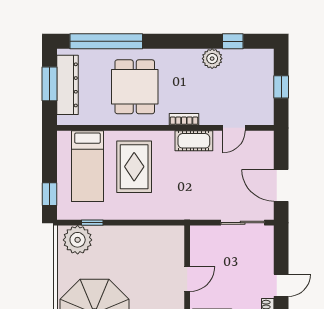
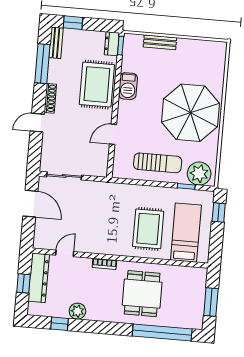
dresser: (67, 85) -> (39, 278), moved, turned 180
cot: (194, 141) -> (98, 246), removed
sun lounger: (129, 249) -> (158, 163), added

